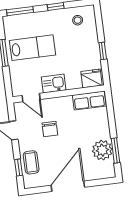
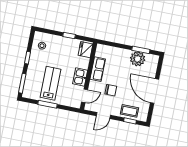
row of seats: (89, 101) -> (98, 69), moved

